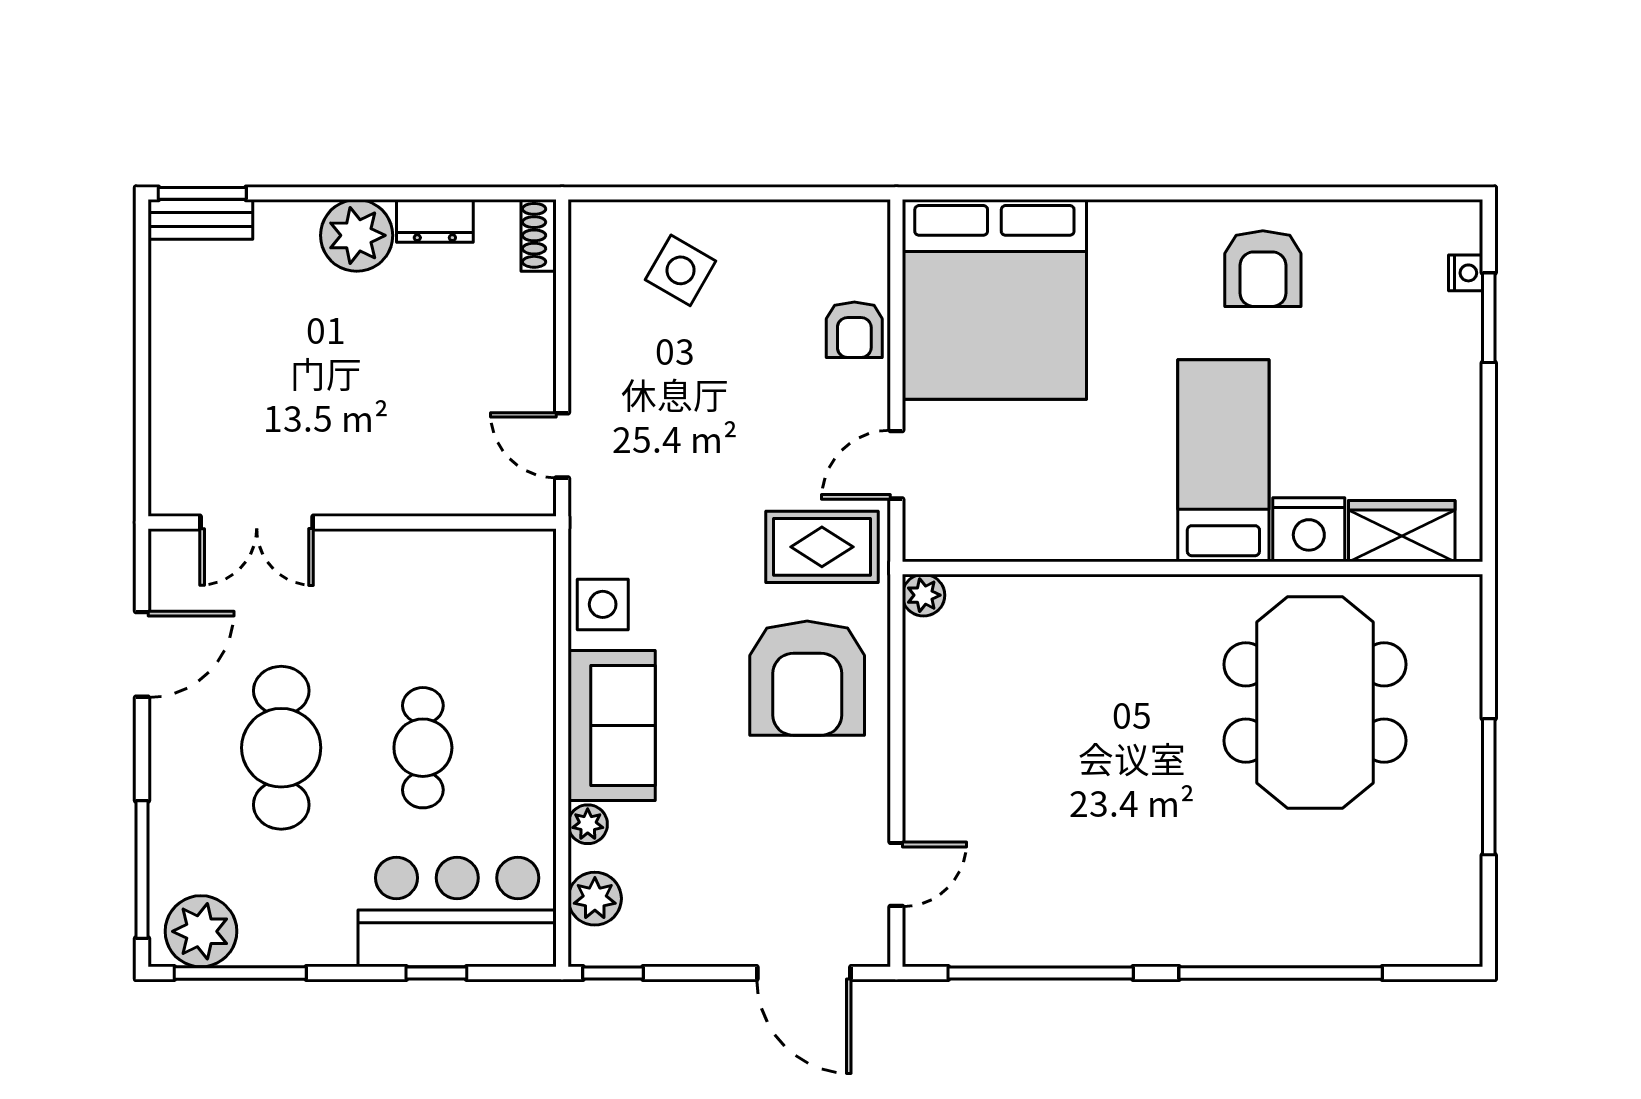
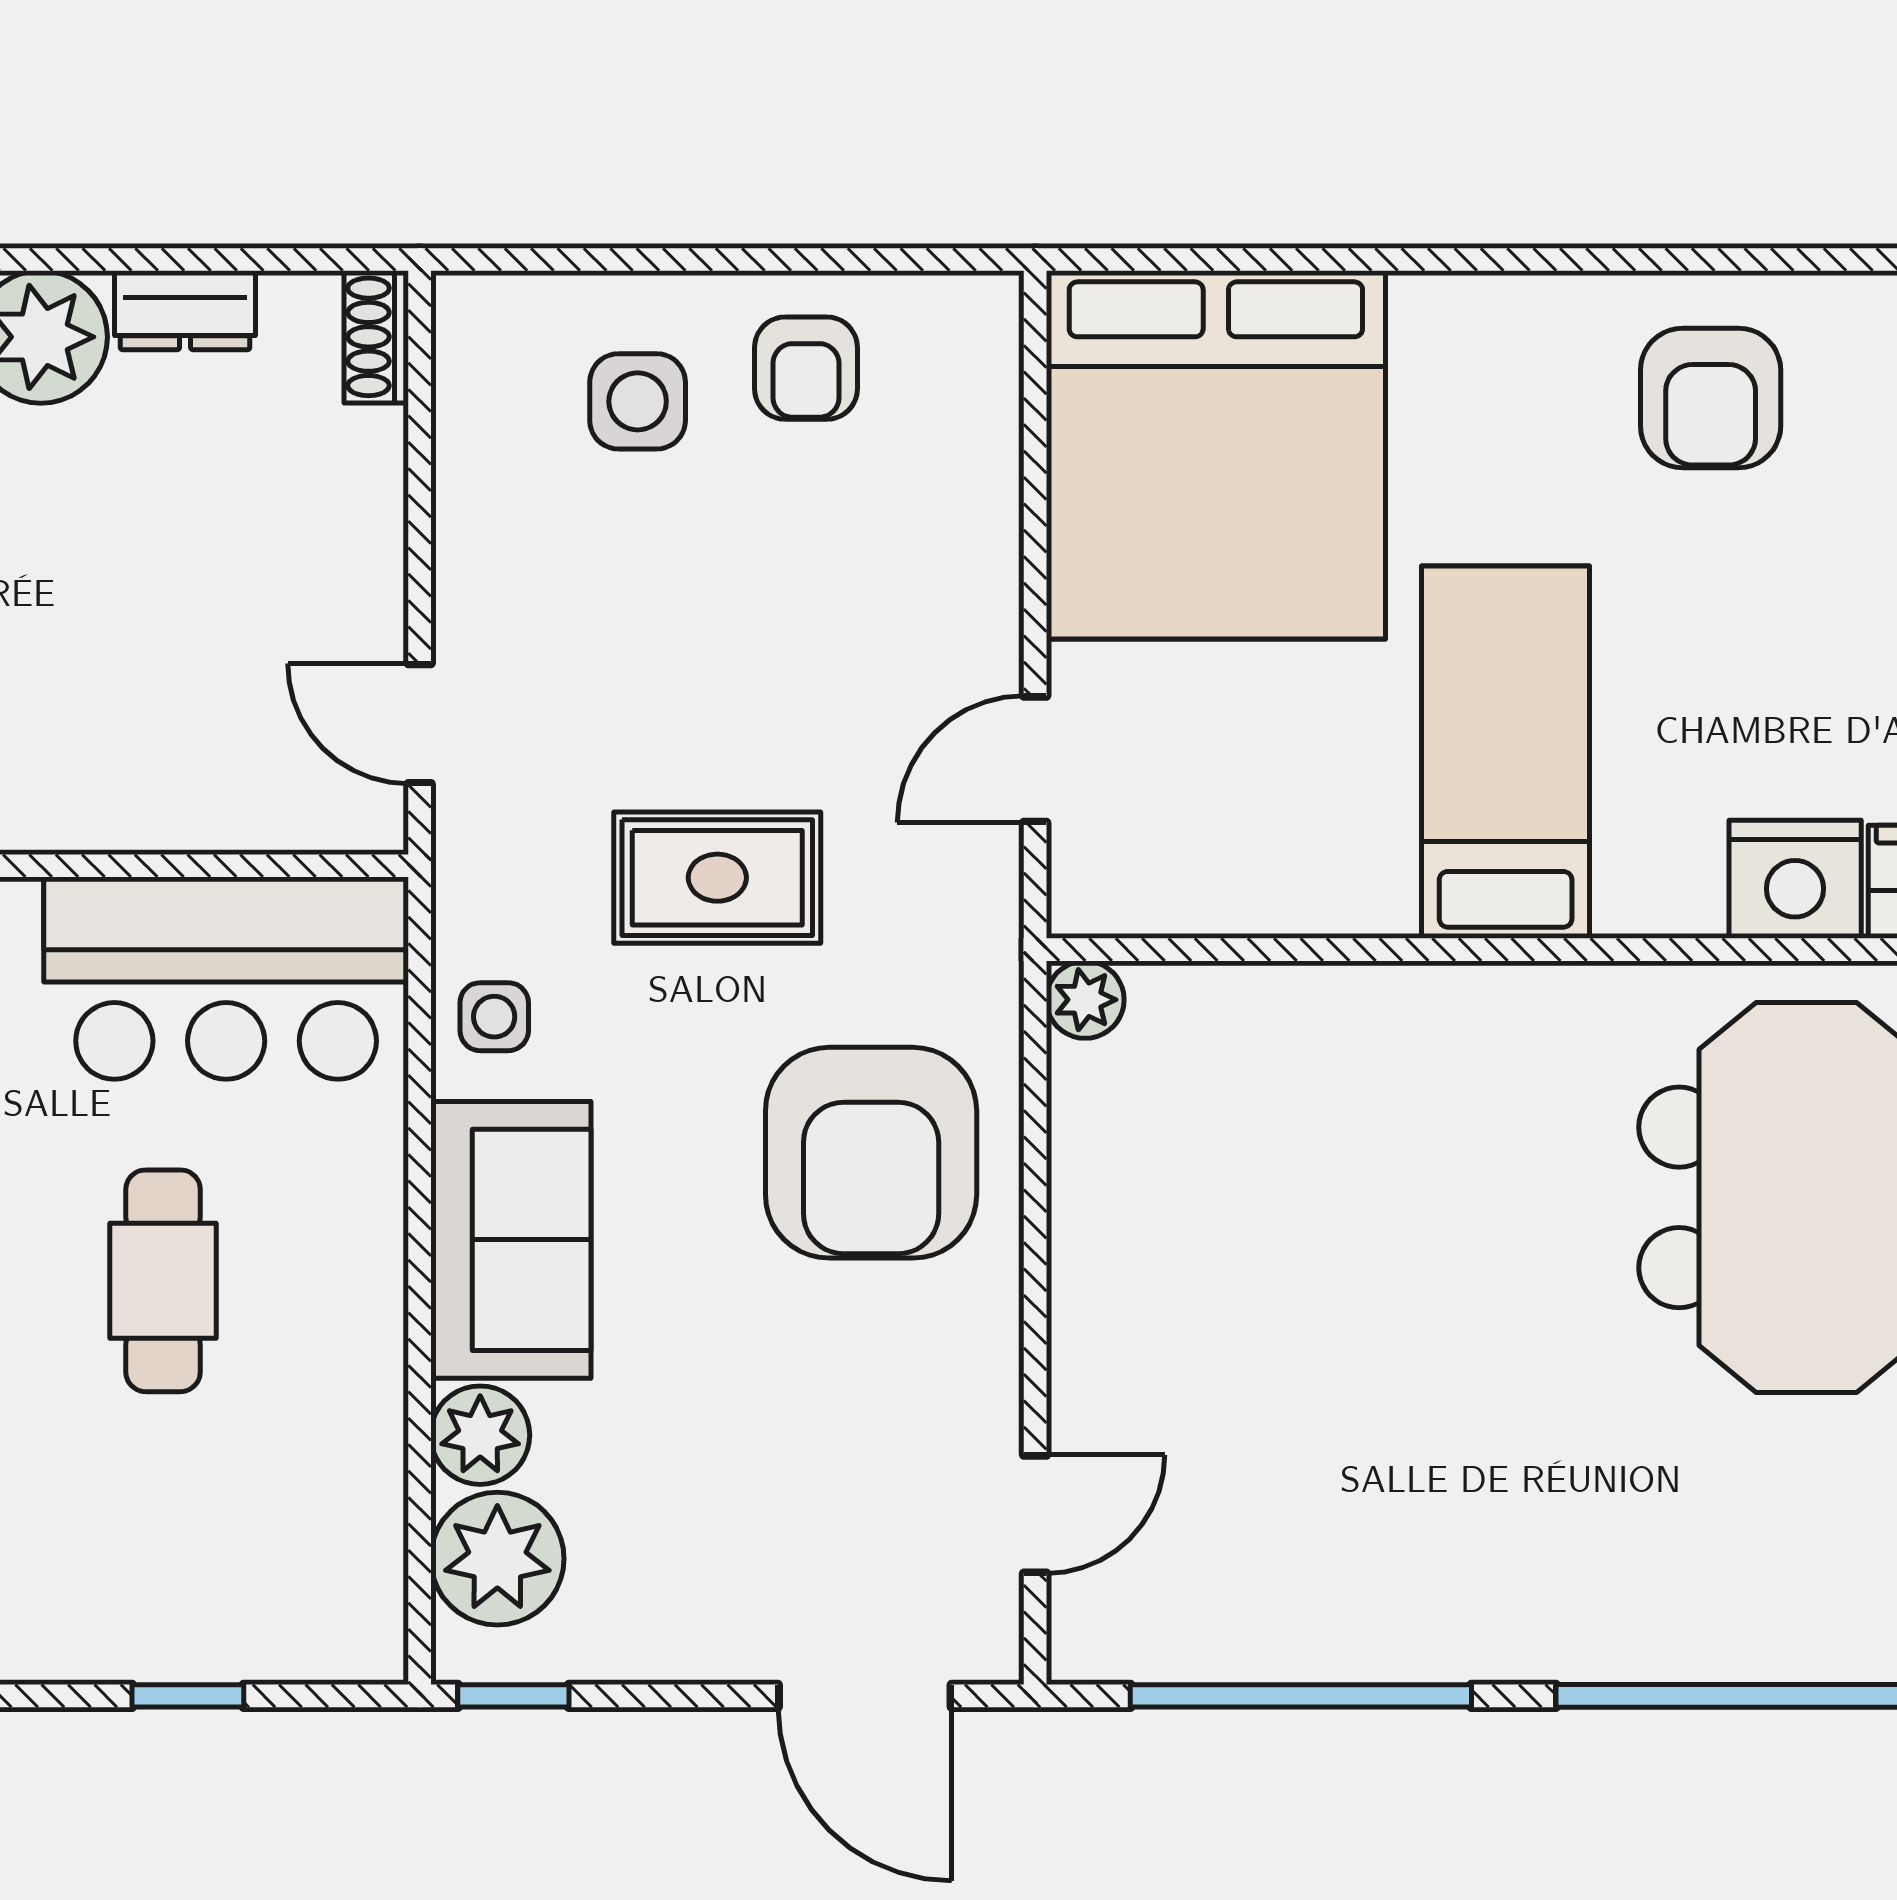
side table: (681, 270) -> (638, 401), turned -30
armchair: (854, 330) -> (806, 368), moved
bed: (1223, 461) -> (1506, 752), moved
rug: (822, 547) -> (717, 878), moved
side table: (603, 604) -> (494, 1017), width x0.73, depth x0.73
plant: (588, 824) -> (480, 1435), width x1.38, depth x1.38
plant: (595, 899) -> (497, 1559), width x1.36, depth x1.36
bar counter: (457, 912) -> (226, 978), moved, turned 180

